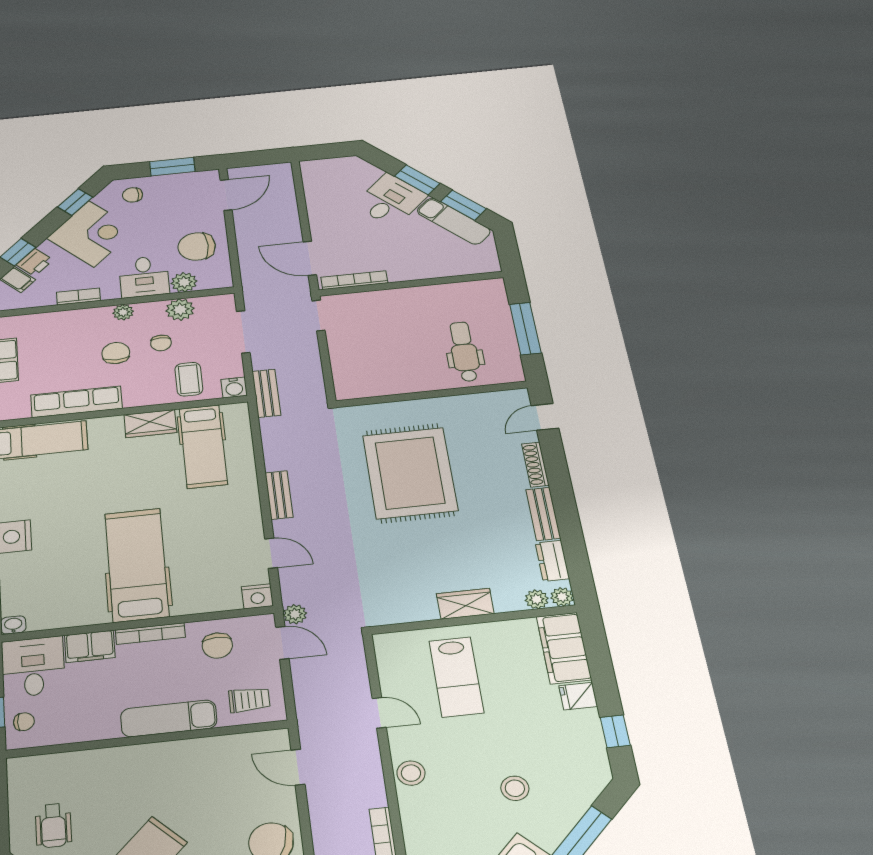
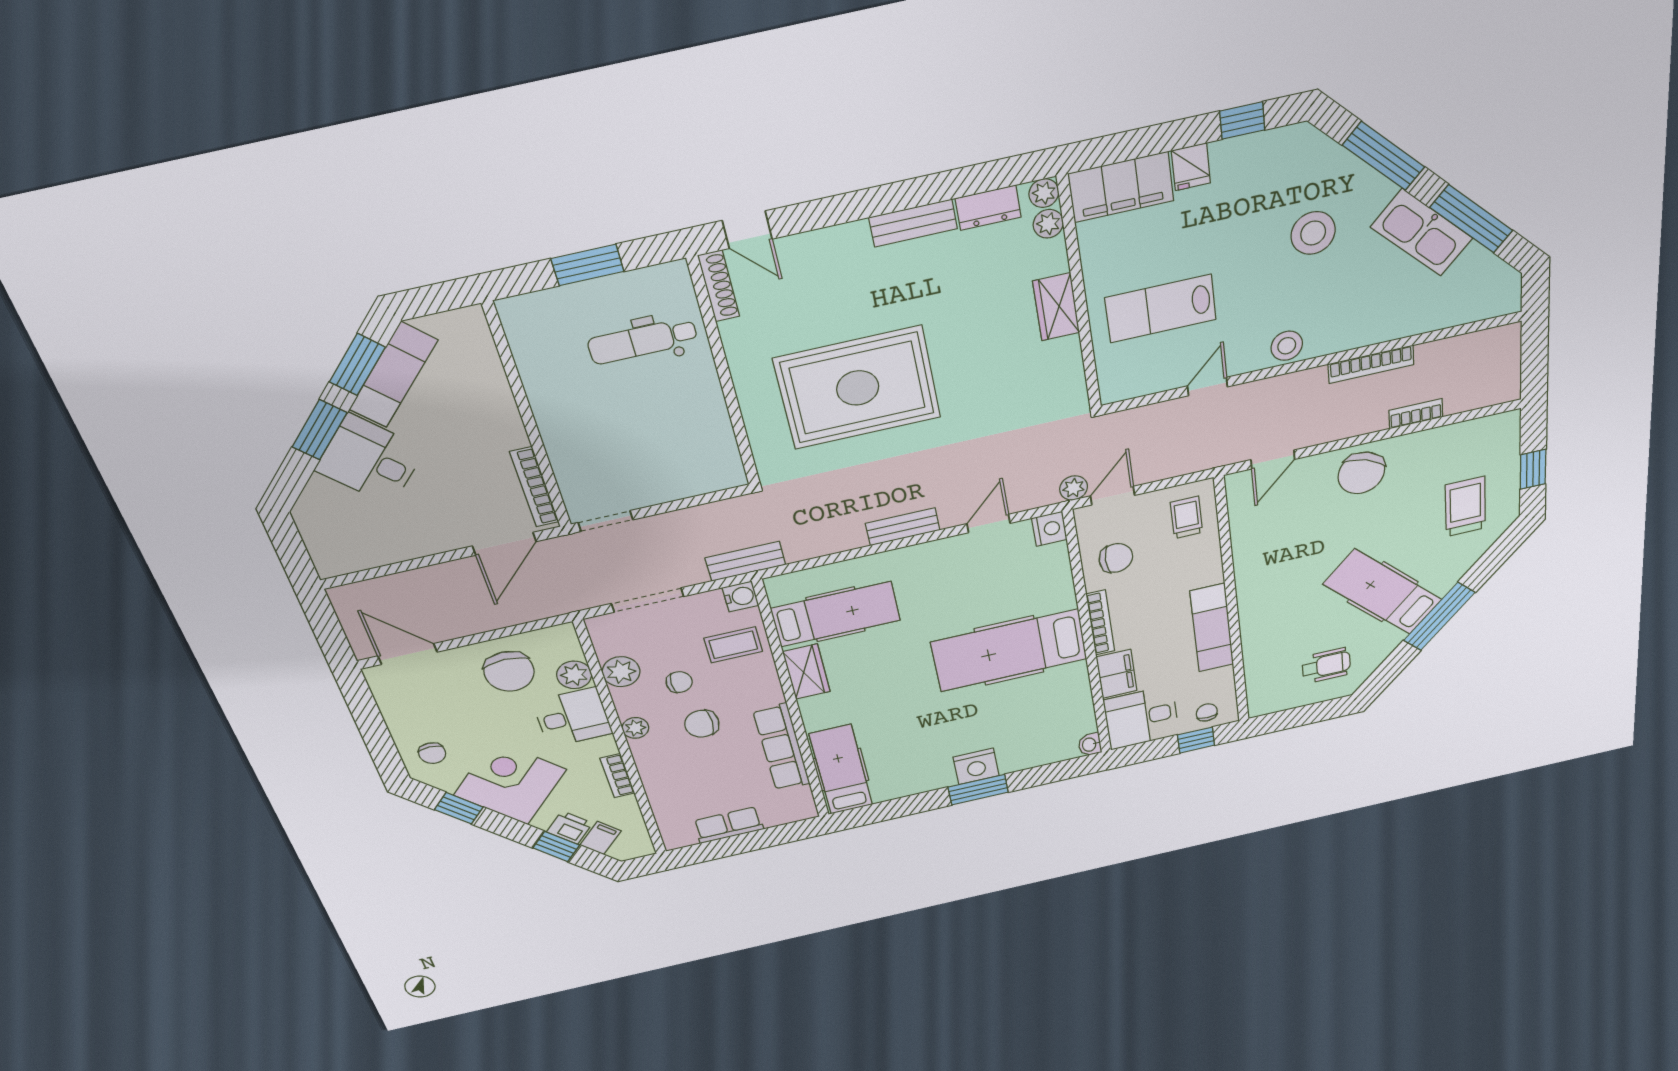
window: (172, 167) -> (369, 720), removed
window: (525, 329) -> (587, 265), width x0.69
shoe rack: (535, 465) -> (719, 286), moved, turned -90
lab bench: (456, 677) -> (1161, 309), turned 180
exam couch: (169, 718) -> (1212, 628), moved
stool: (515, 788) -> (1313, 233), width x1.38, depth x1.38

